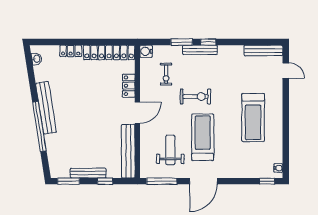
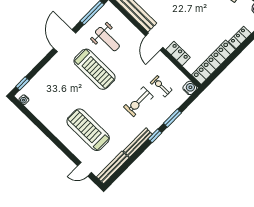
bench: (200, 50) -> (138, 143), moved
exercise bike: (195, 97) -> (138, 102), moved
treadmill: (253, 117) -> (88, 130), moved

